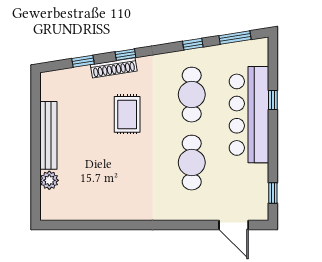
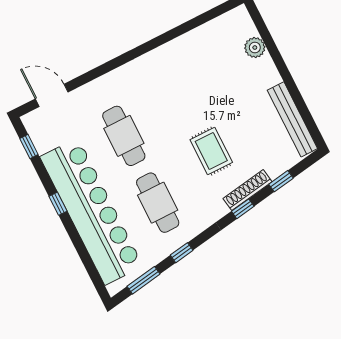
window: (273, 100) -> (58, 204), moved
bar counter: (249, 115) -> (91, 211), width x1.36
bench: (48, 135) -> (292, 119), moved

